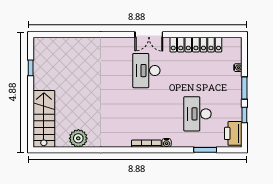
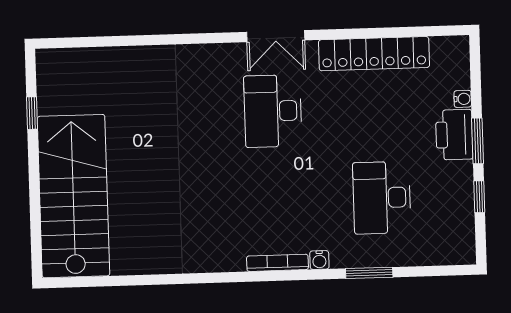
stairs: (44, 119) -> (73, 196), width x1.36, depth x1.51
printer: (233, 133) -> (454, 135), moved
plant: (78, 138) -> (136, 256), removed
window: (205, 150) -> (369, 273), moved

